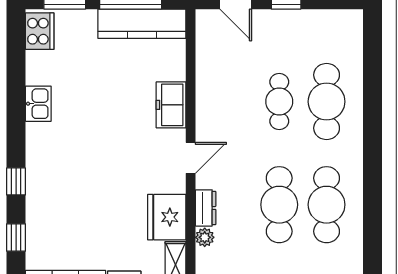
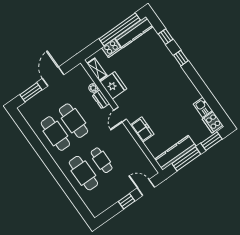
kitchen sink: (38, 104) -> (203, 107), moved

